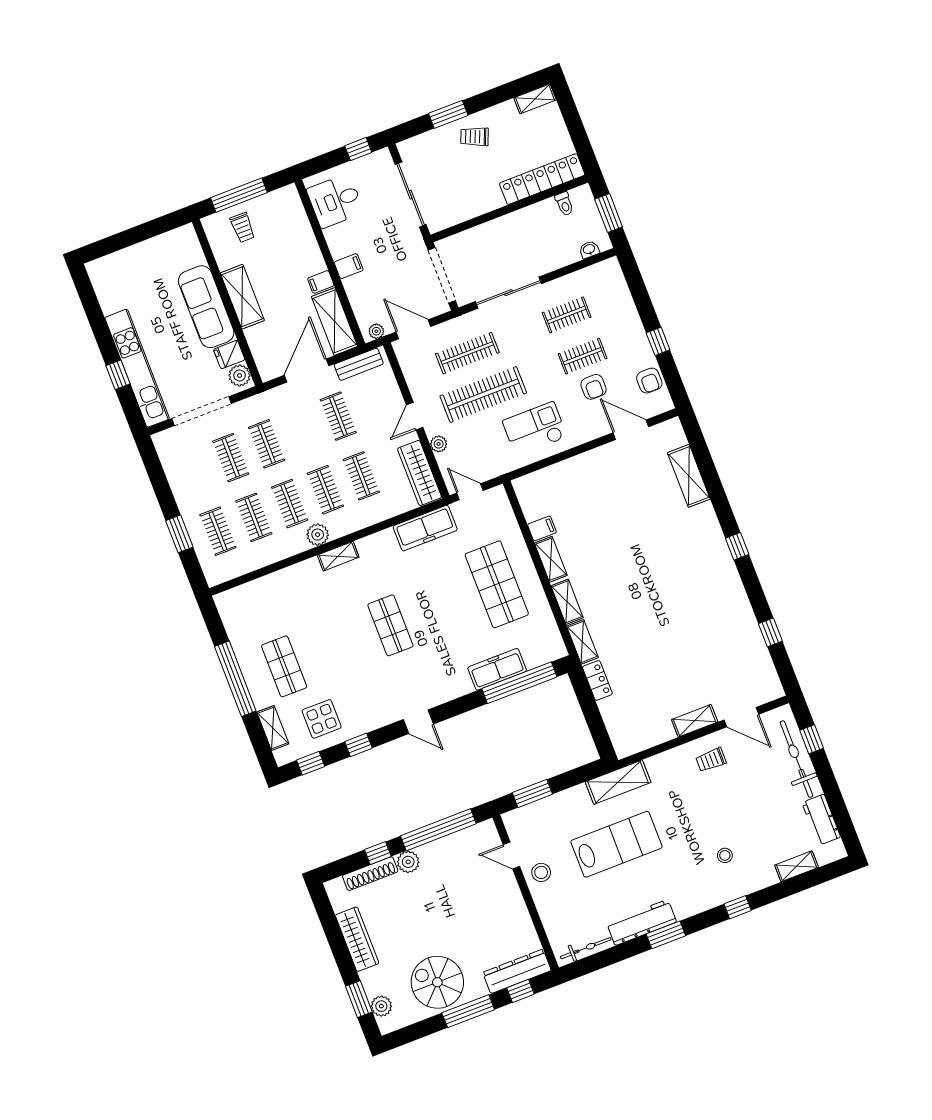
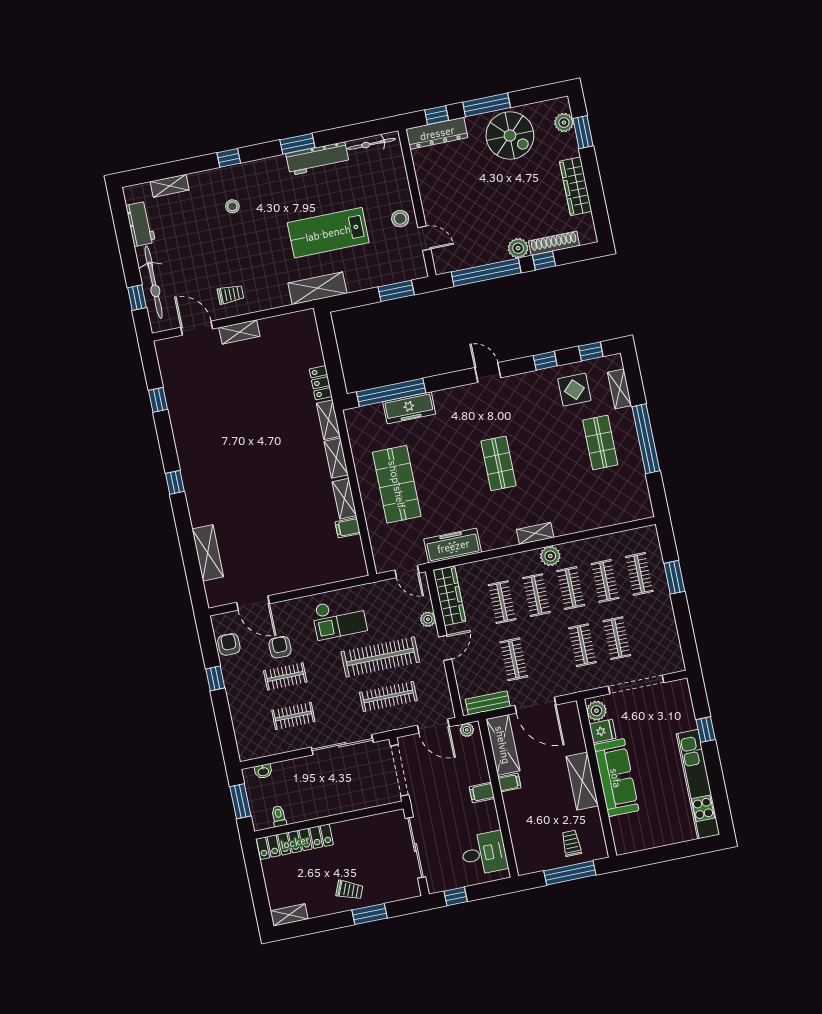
kitchen unit: (137, 368) -> (698, 784), moved
door: (307, 370) -> (535, 705), hinge flipped

